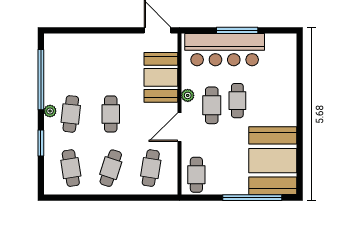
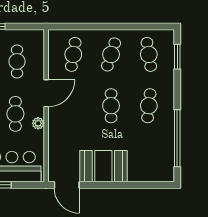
booth: (161, 77) -> (103, 166), moved, turned 90
plant: (50, 111) -> (169, 108), removed
window: (41, 143) -> (177, 57), moved
cafe table: (196, 175) -> (17, 61), moved

